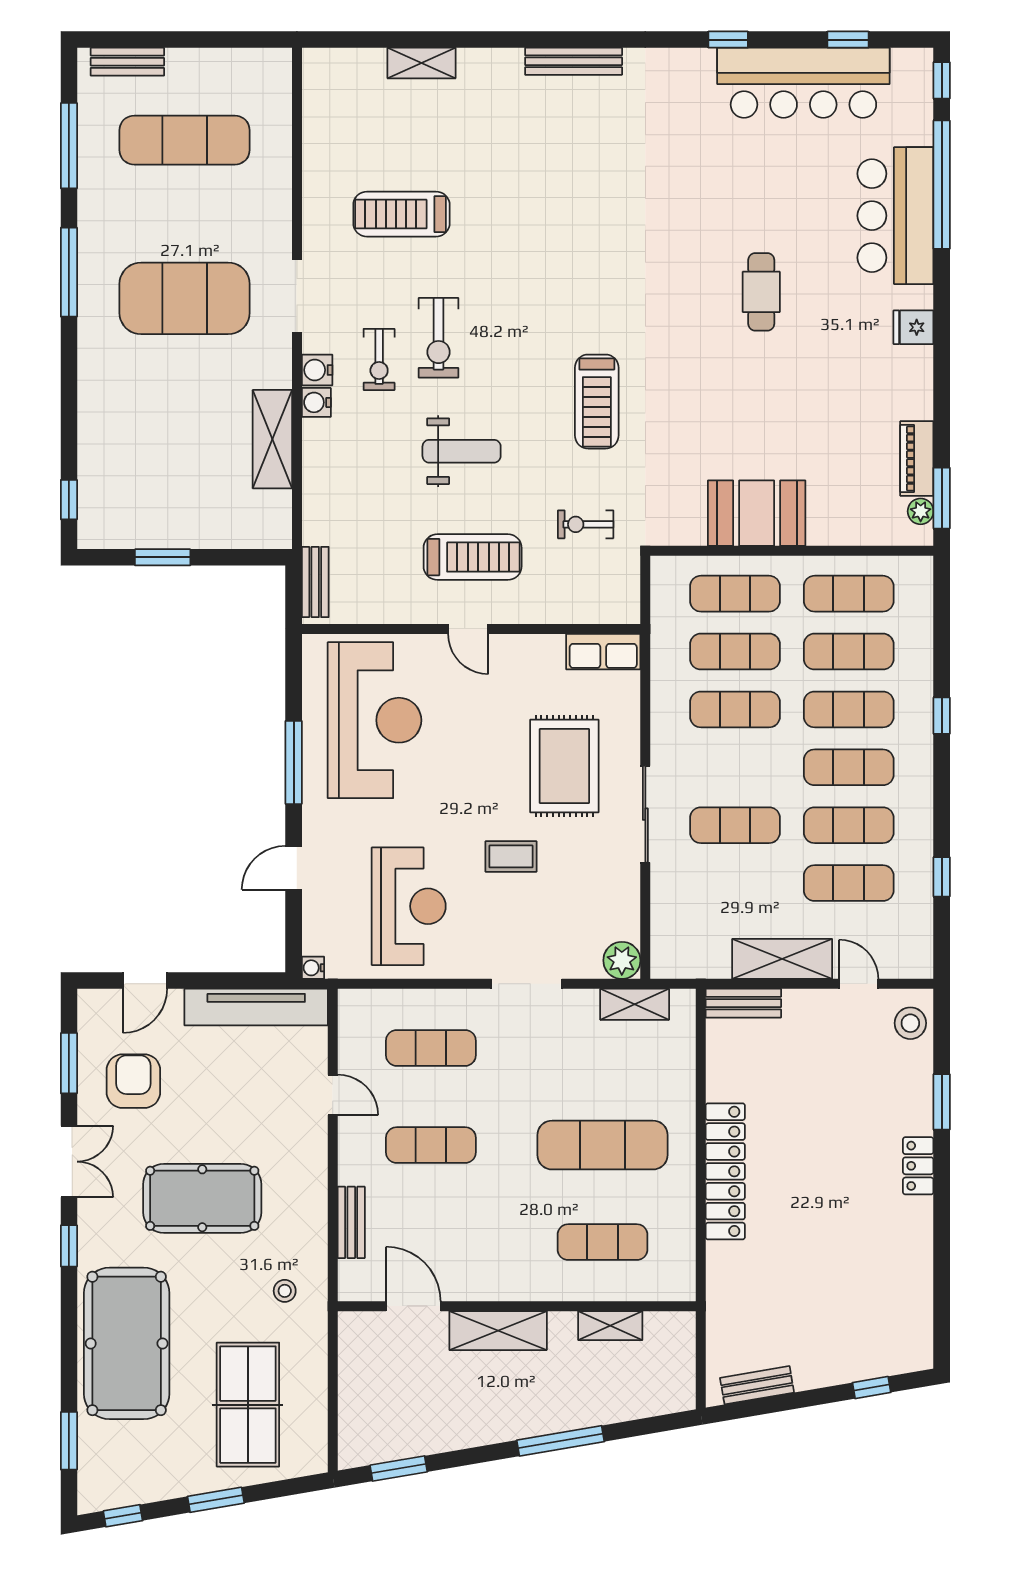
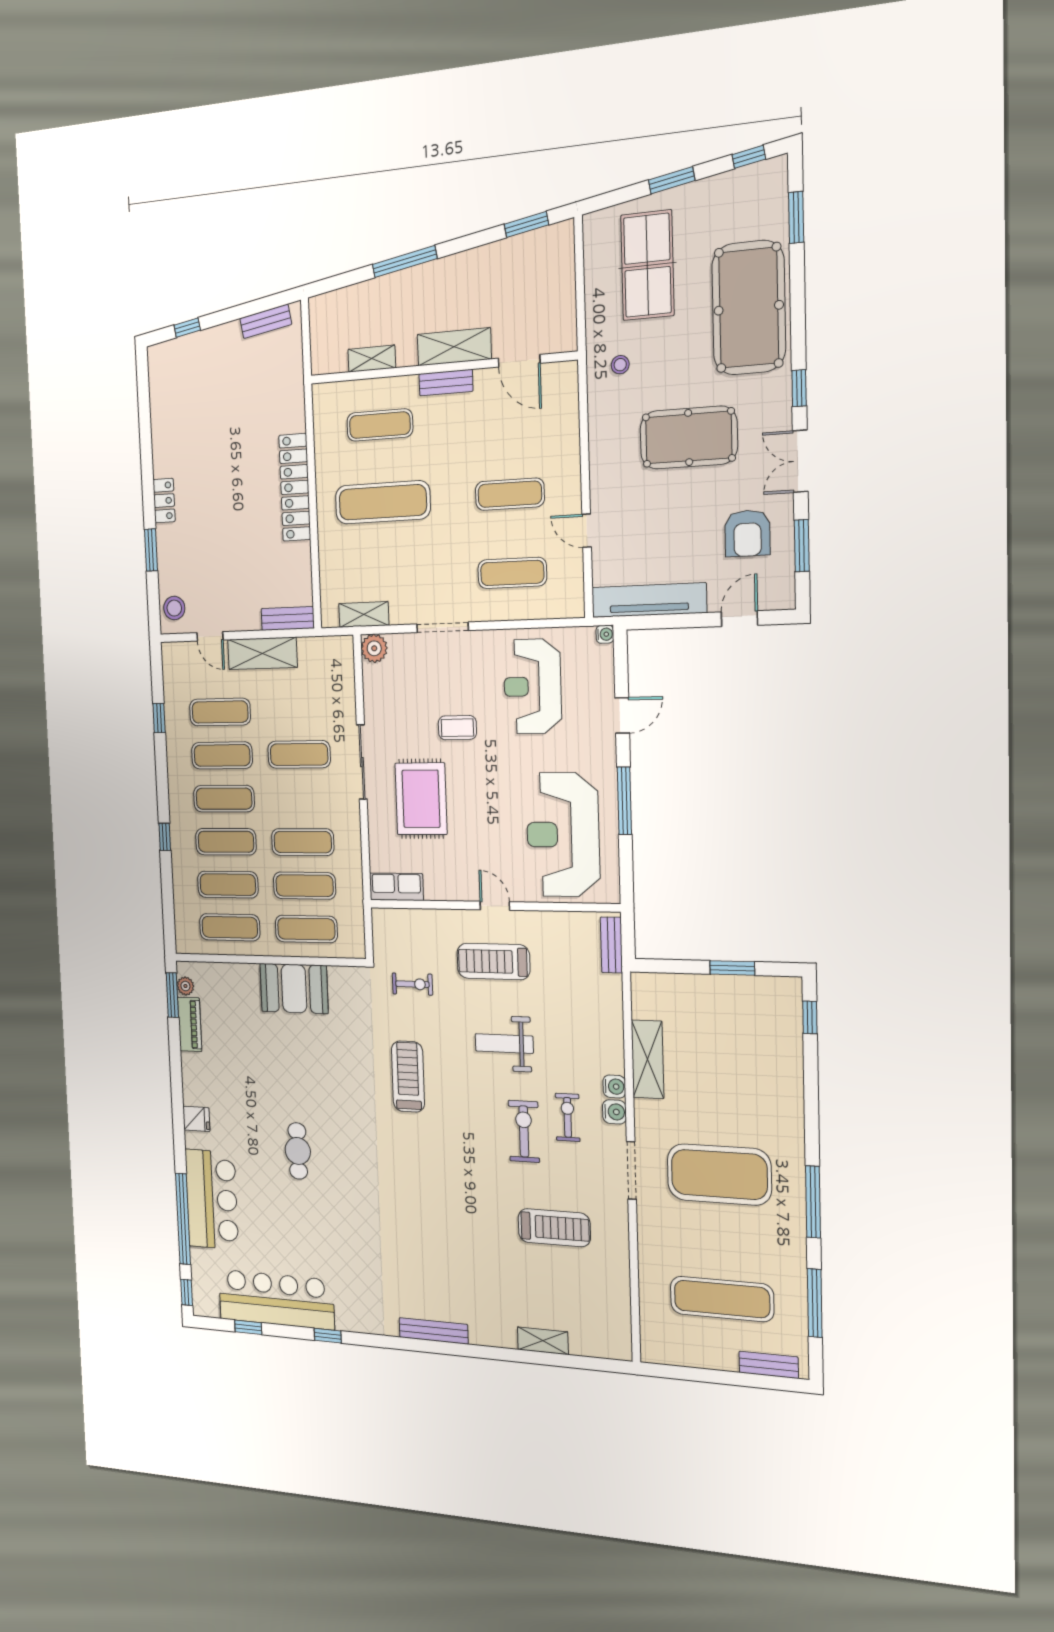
bench: (351, 1222) -> (446, 383), moved, turned 90

